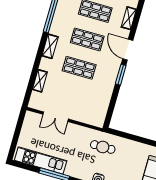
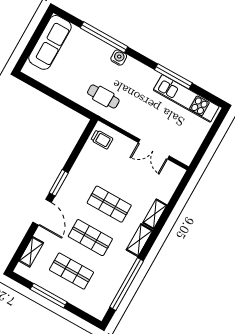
shelving: (40, 81) -> (155, 214), moved
trolley: (96, 115) -> (102, 139), added
double door: (56, 117) -> (154, 149), swing flipped

